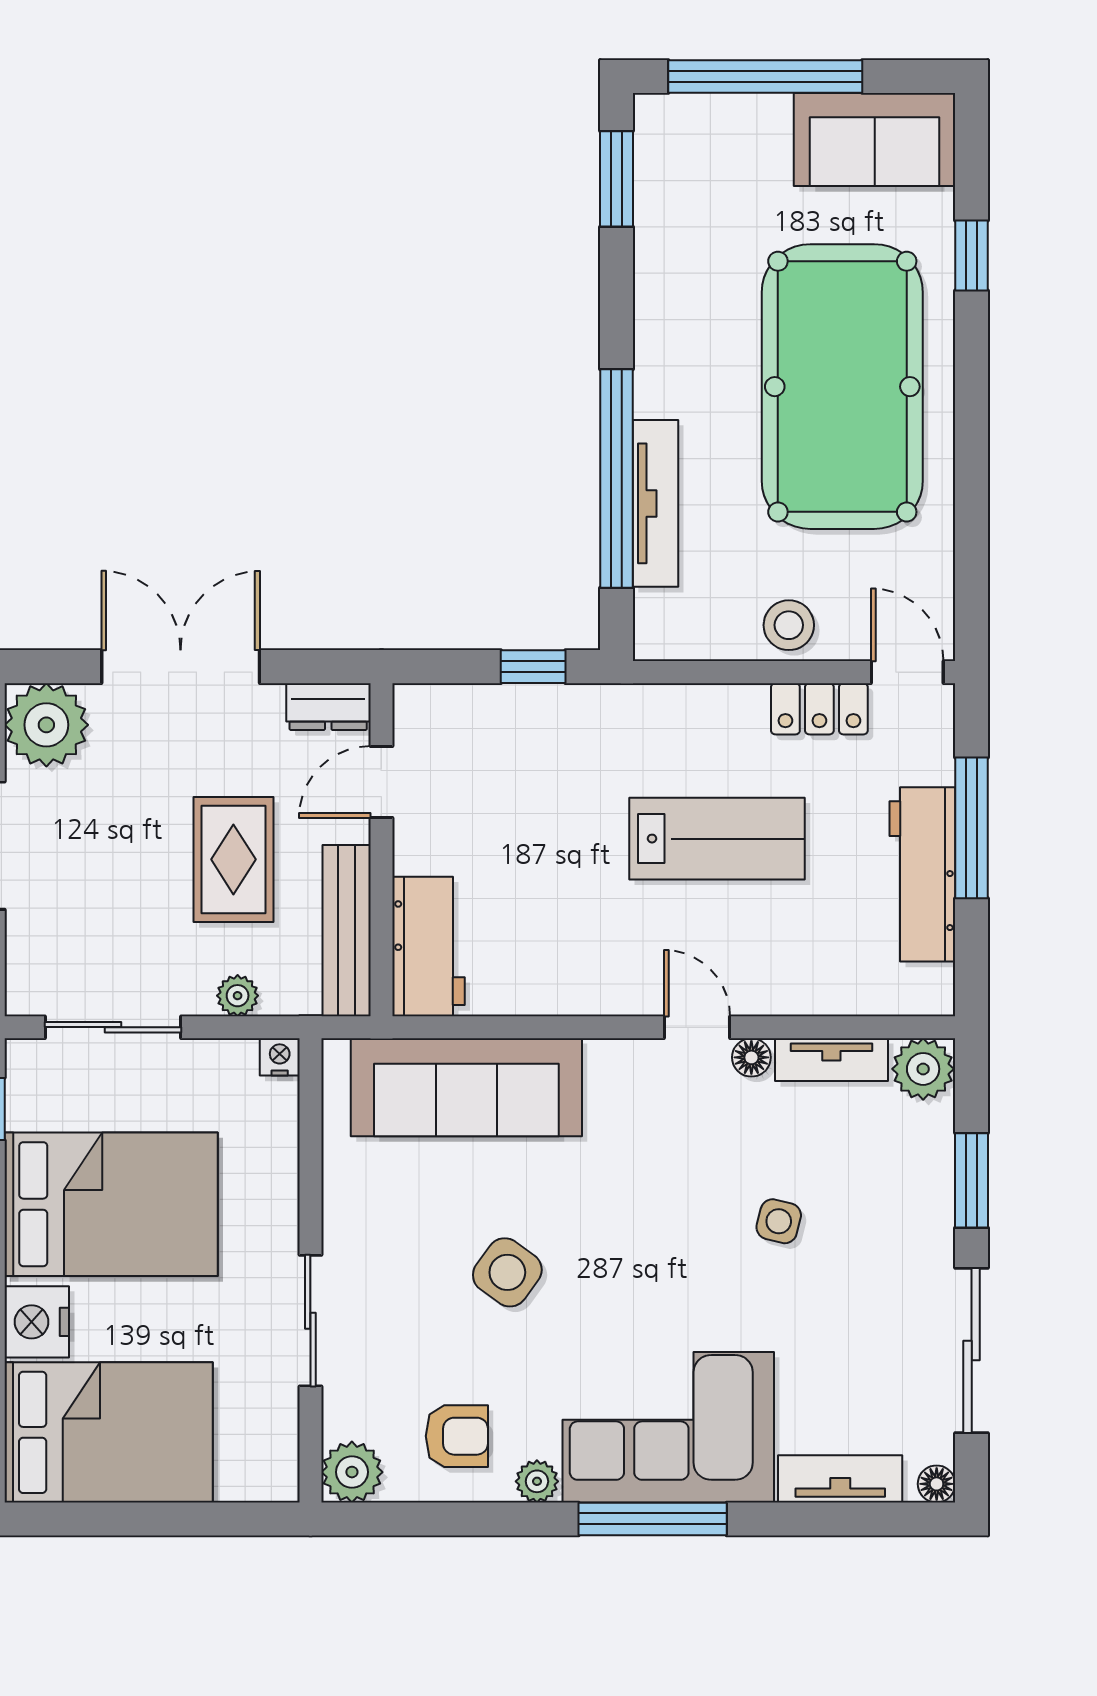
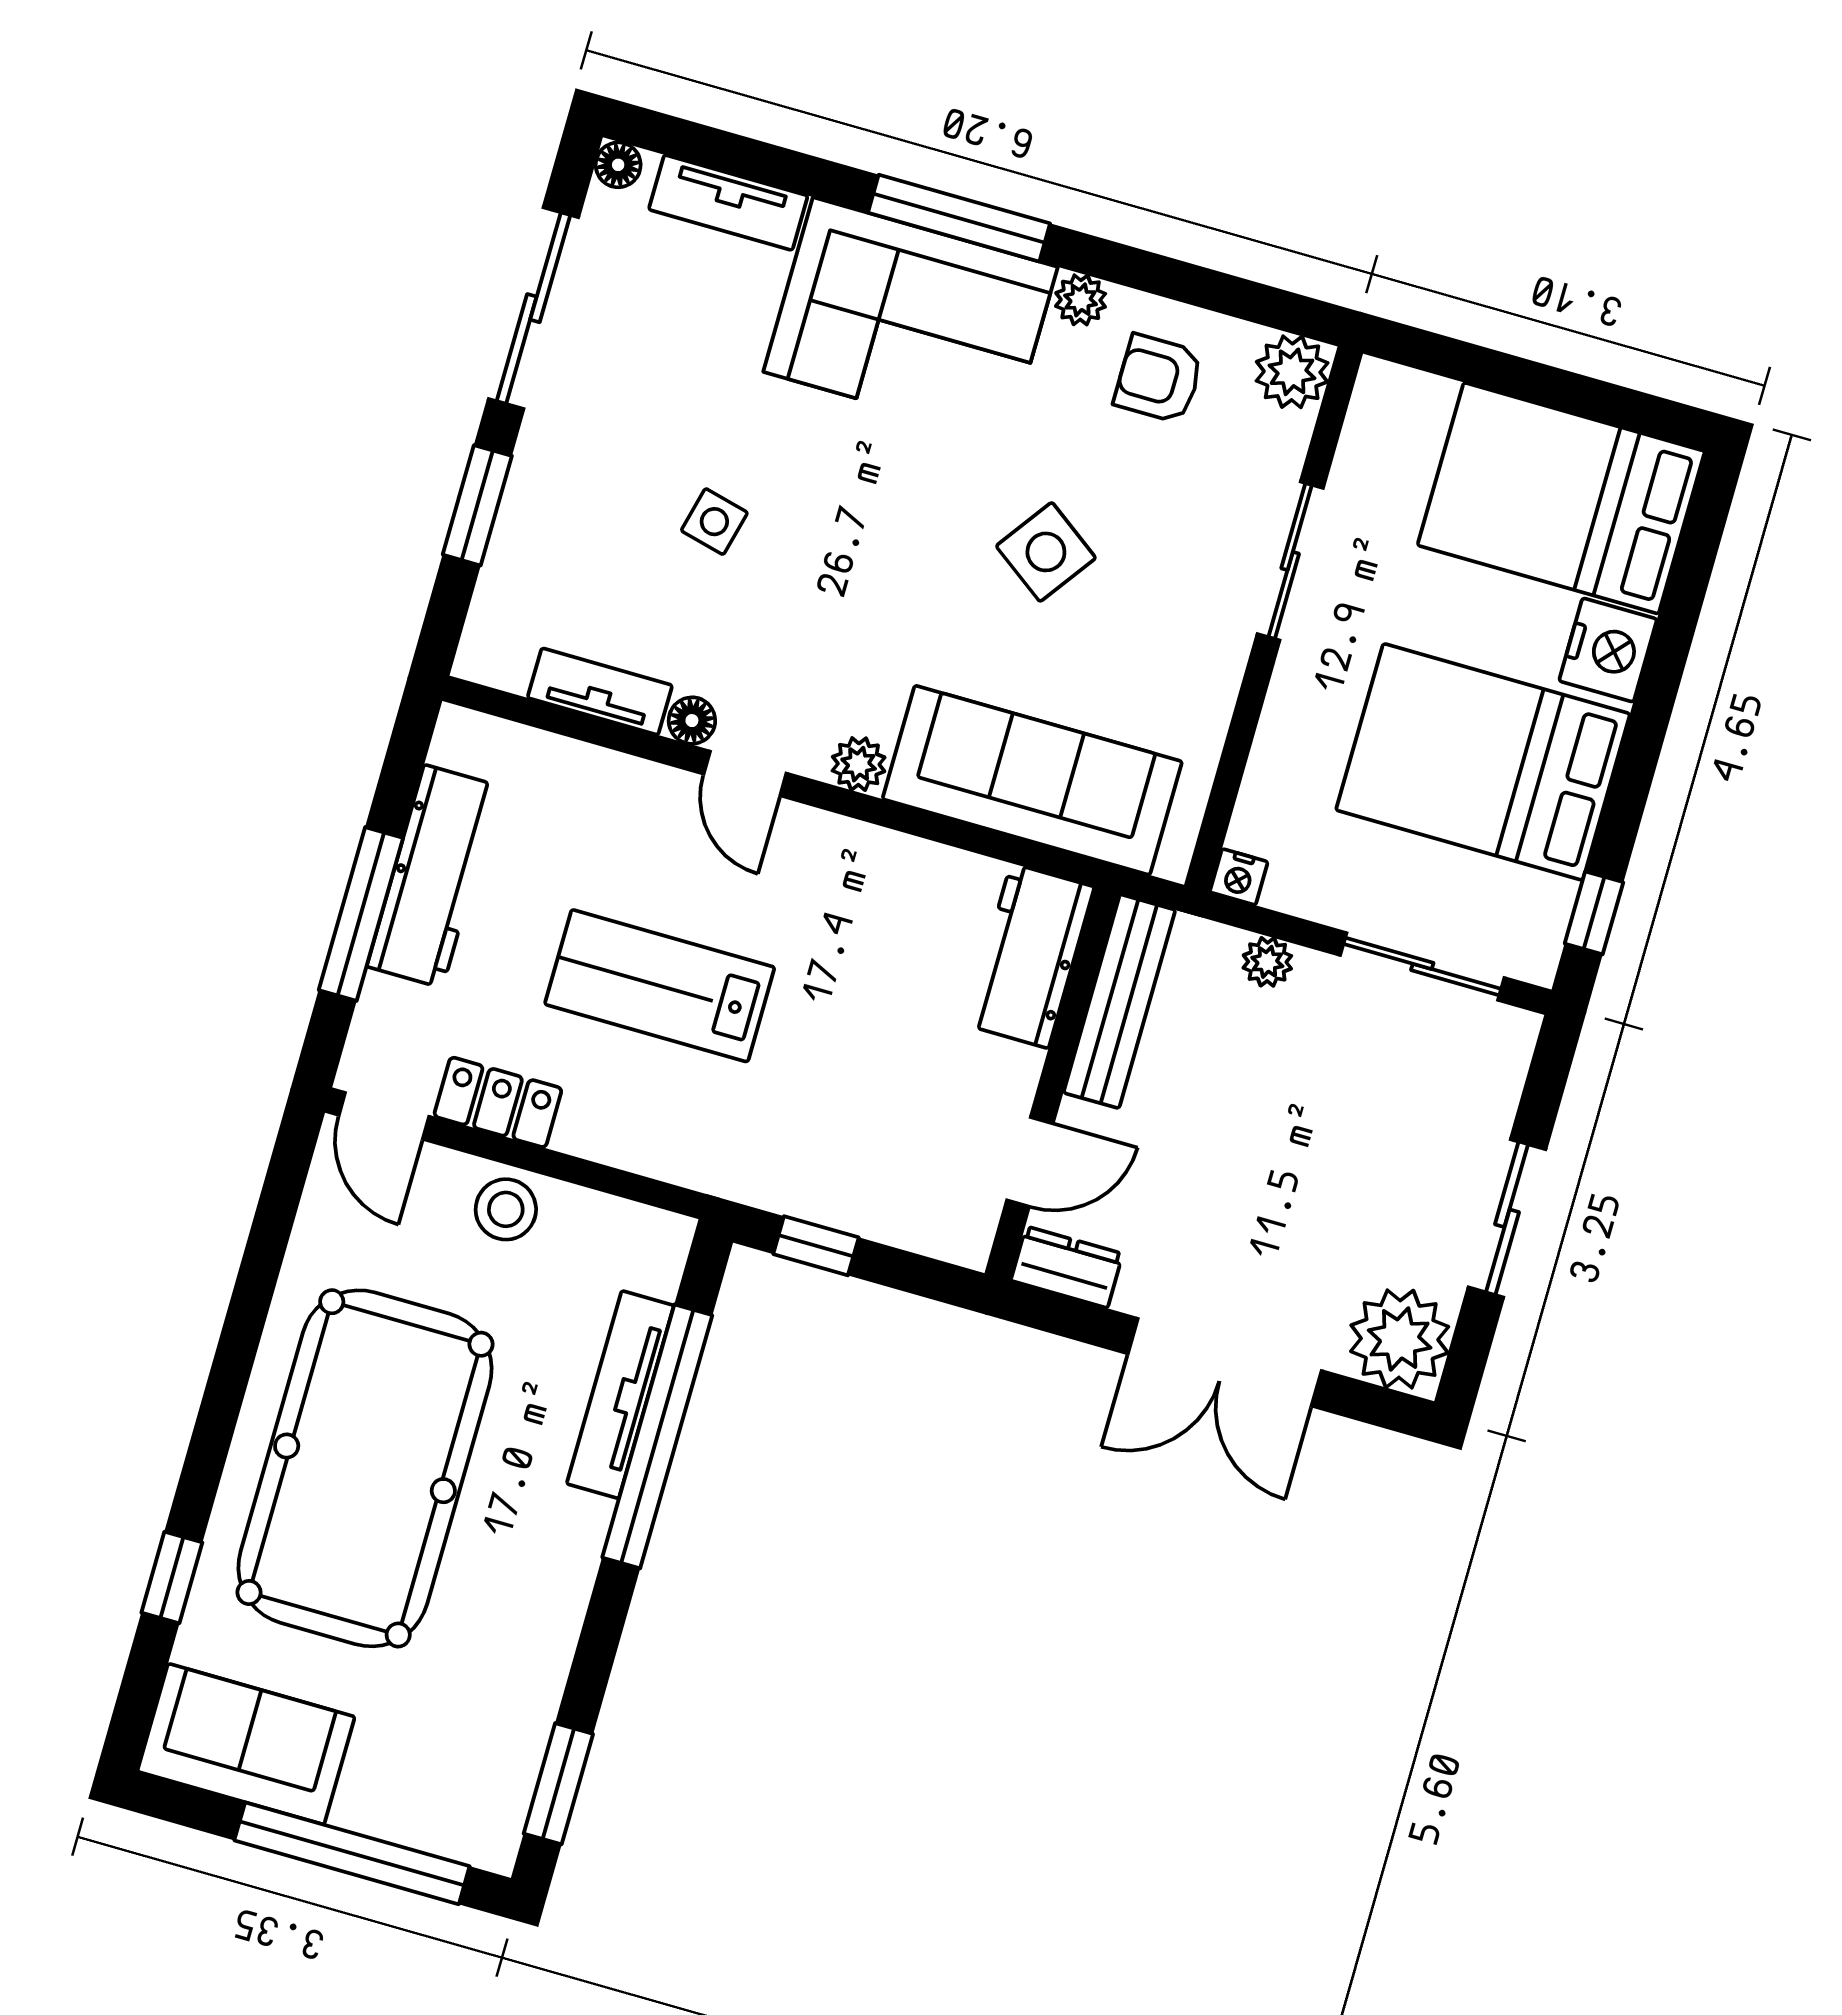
rug: (233, 859) -> (1227, 1121), removed
plant: (923, 1069) -> (859, 764), moved, width x0.73, depth x0.73

